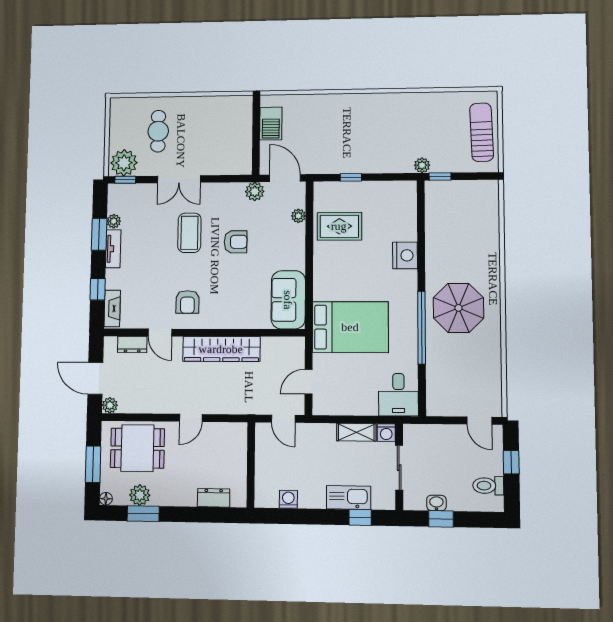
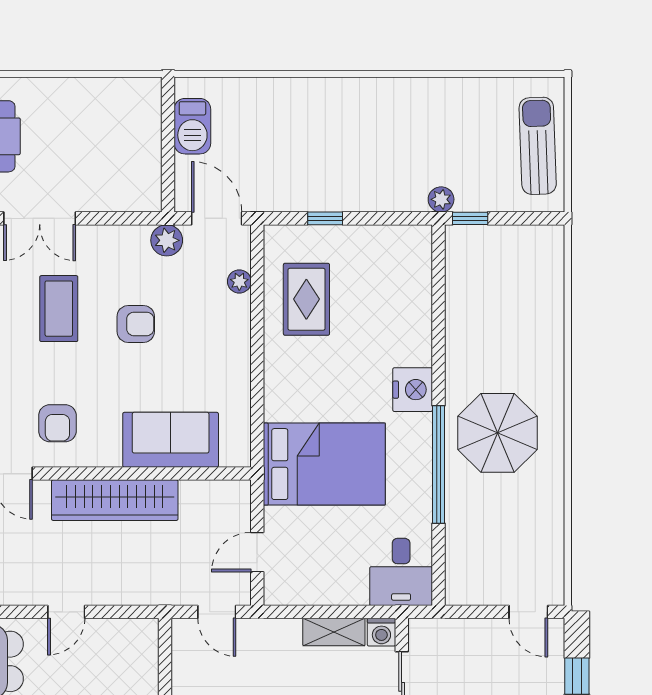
rug: (339, 226) -> (306, 299), turned 90
nightstand: (405, 255) -> (413, 390), moved
sofa: (288, 300) -> (171, 440), moved, turned 90

